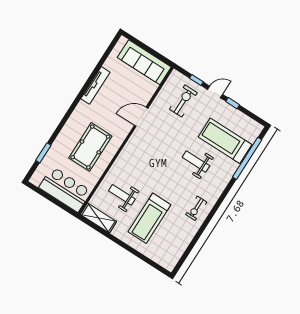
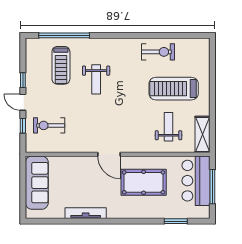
door: (141, 117) -> (109, 154), moved
treadmill: (225, 141) -> (61, 65), width x0.73, depth x0.73
weight bench: (122, 195) -> (168, 127), turned 180
window: (52, 199) -> (212, 187), added
exercise bike: (196, 208) -> (158, 52), moved, width x1.38, depth x1.39
treadmill: (149, 218) -> (174, 89), turned 180

